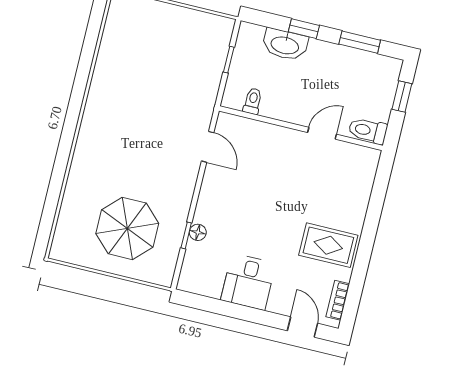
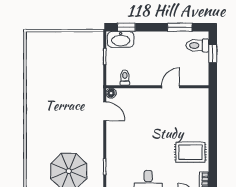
window: (304, 29) -> (126, 27), moved
washbasin: (285, 45) -> (121, 39), moved
toilet: (368, 131) -> (197, 45), moved
floor lamp: (198, 232) -> (111, 93), moved

